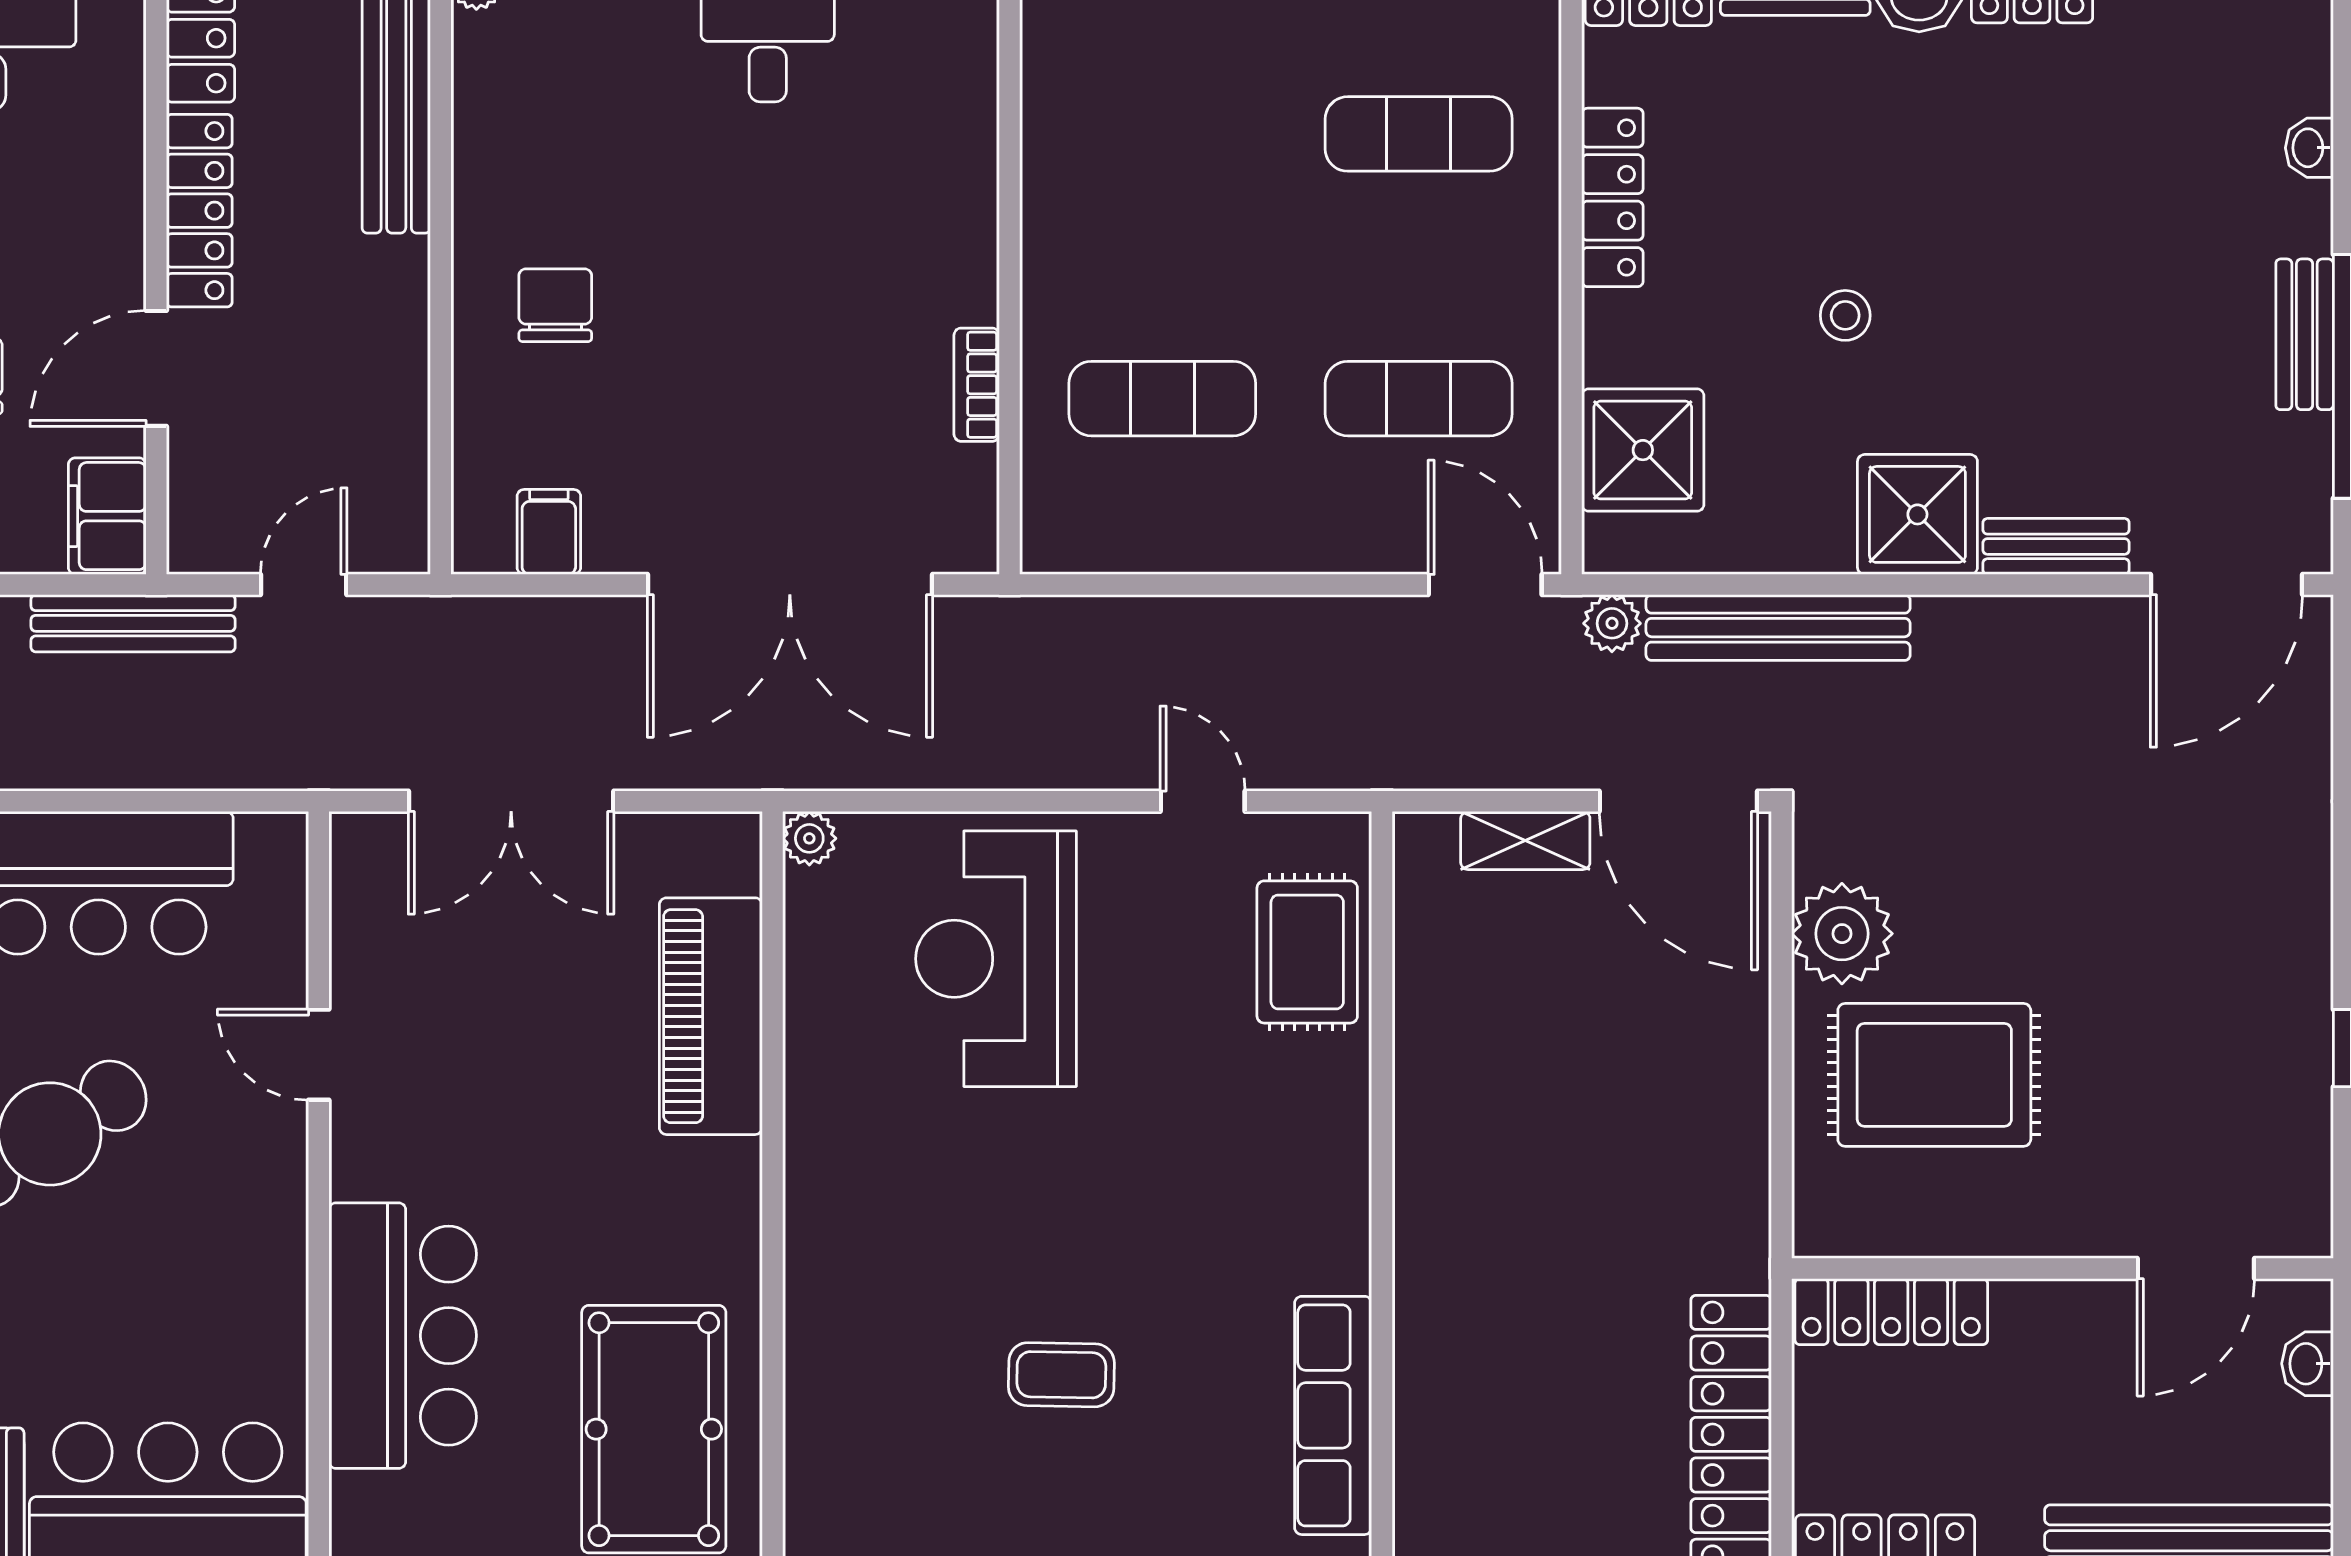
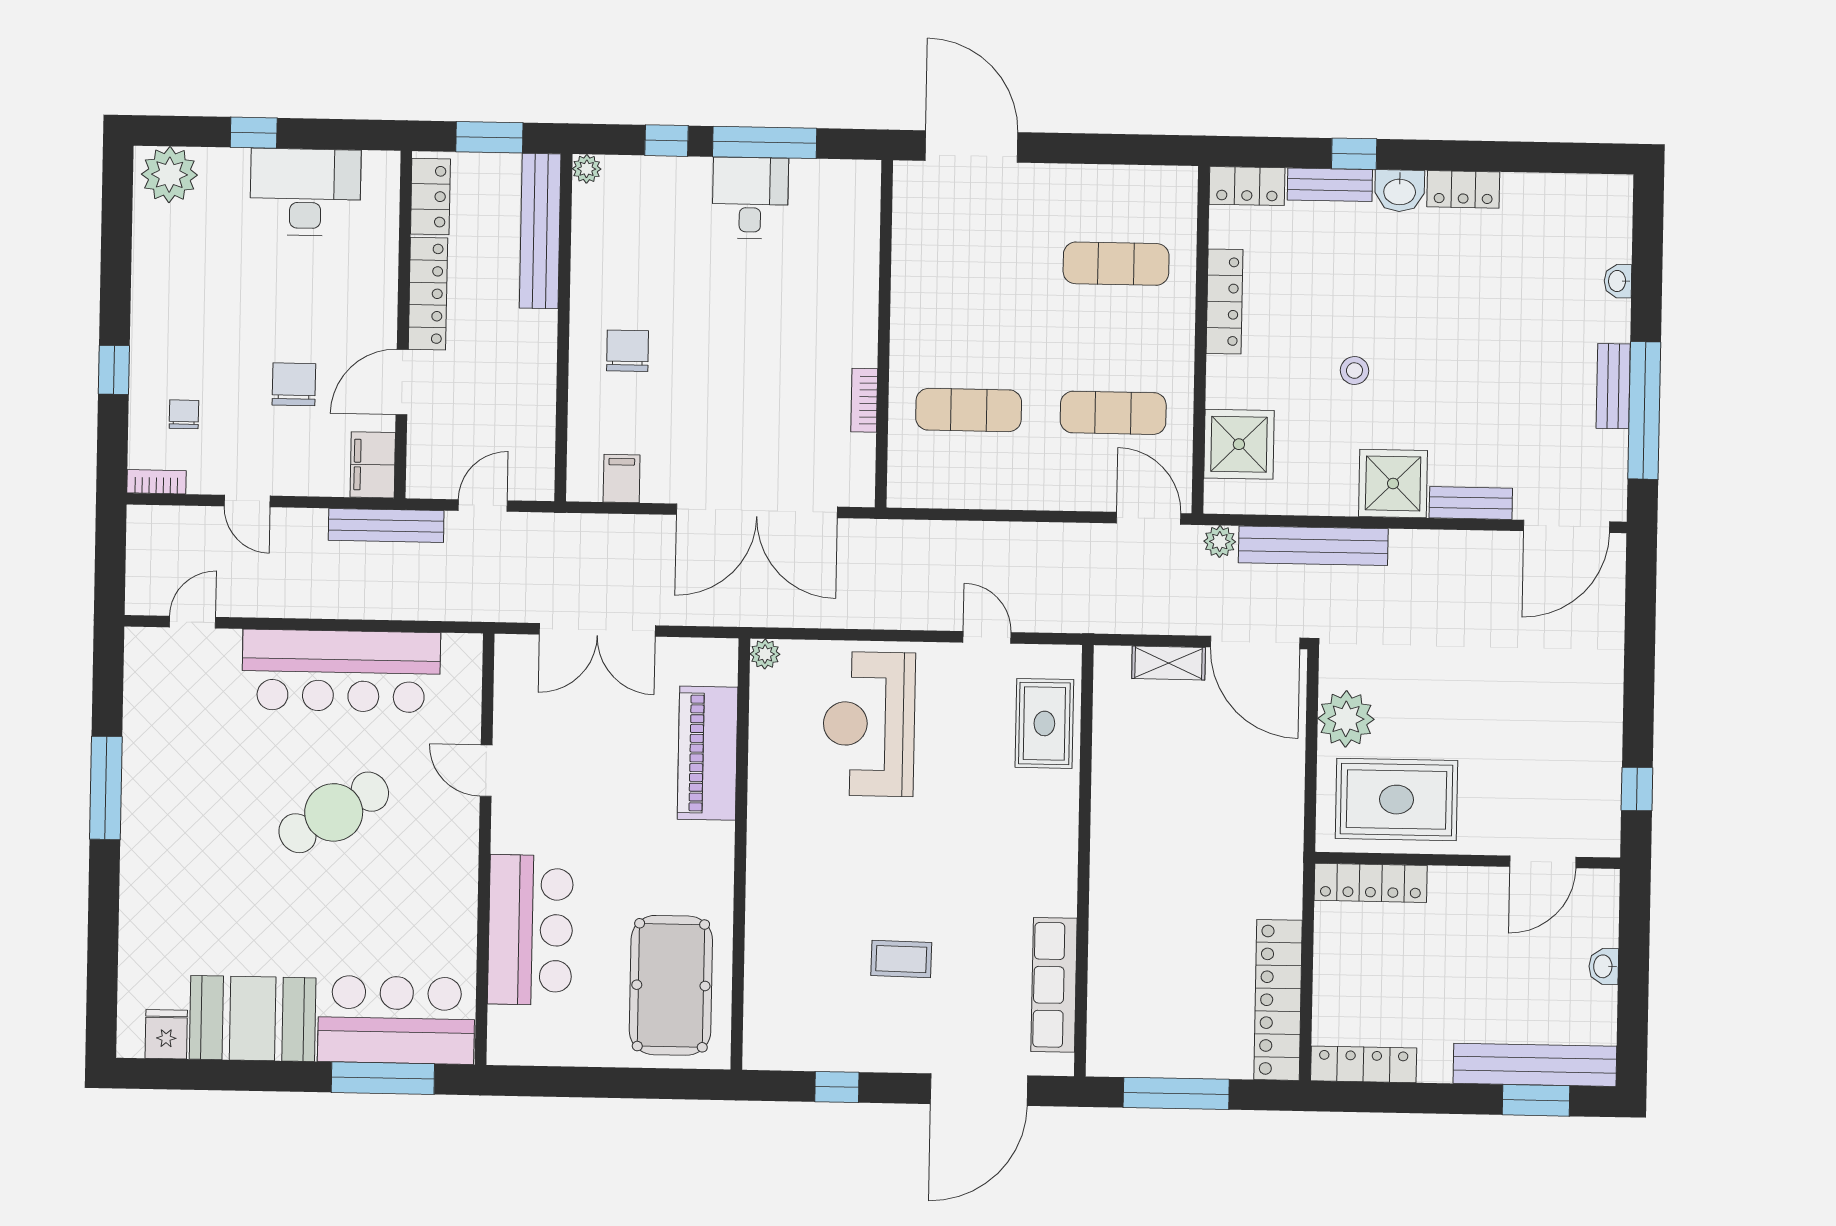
wall: (2062, 1269) -> (1468, 860), moved
door: (2196, 1269) -> (1543, 862), moved
locker: (1891, 1312) -> (1371, 883), moved

